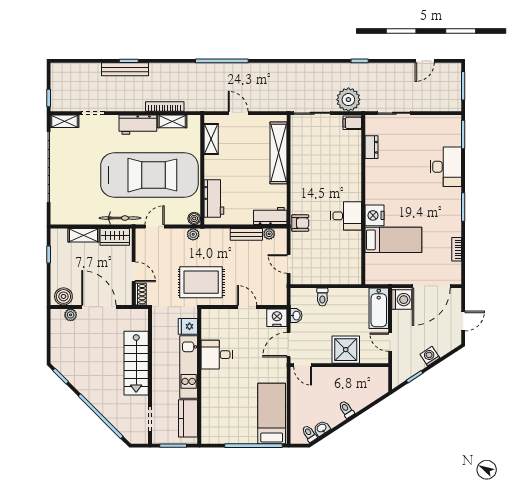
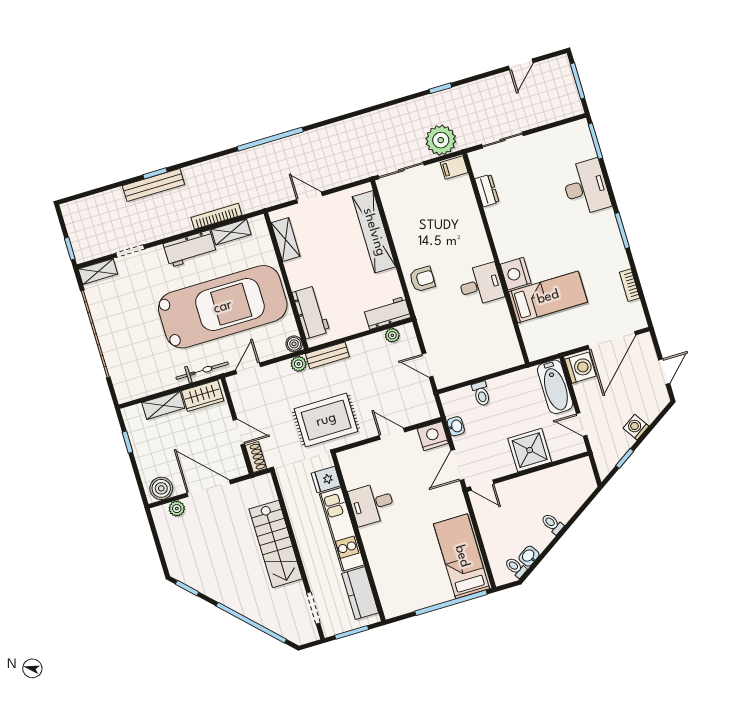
armchair: (300, 223) -> (422, 279), moved
bench: (246, 234) -> (327, 355), moved

